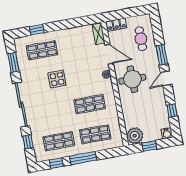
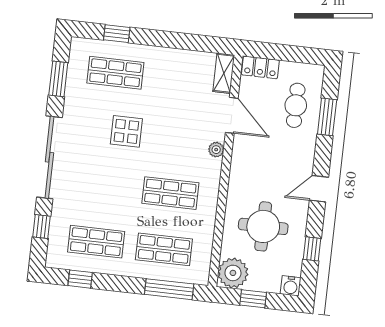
window: (162, 55) -> (327, 117), moved
round table: (132, 79) -> (263, 226), moved
window: (83, 158) -> (169, 289), moved

